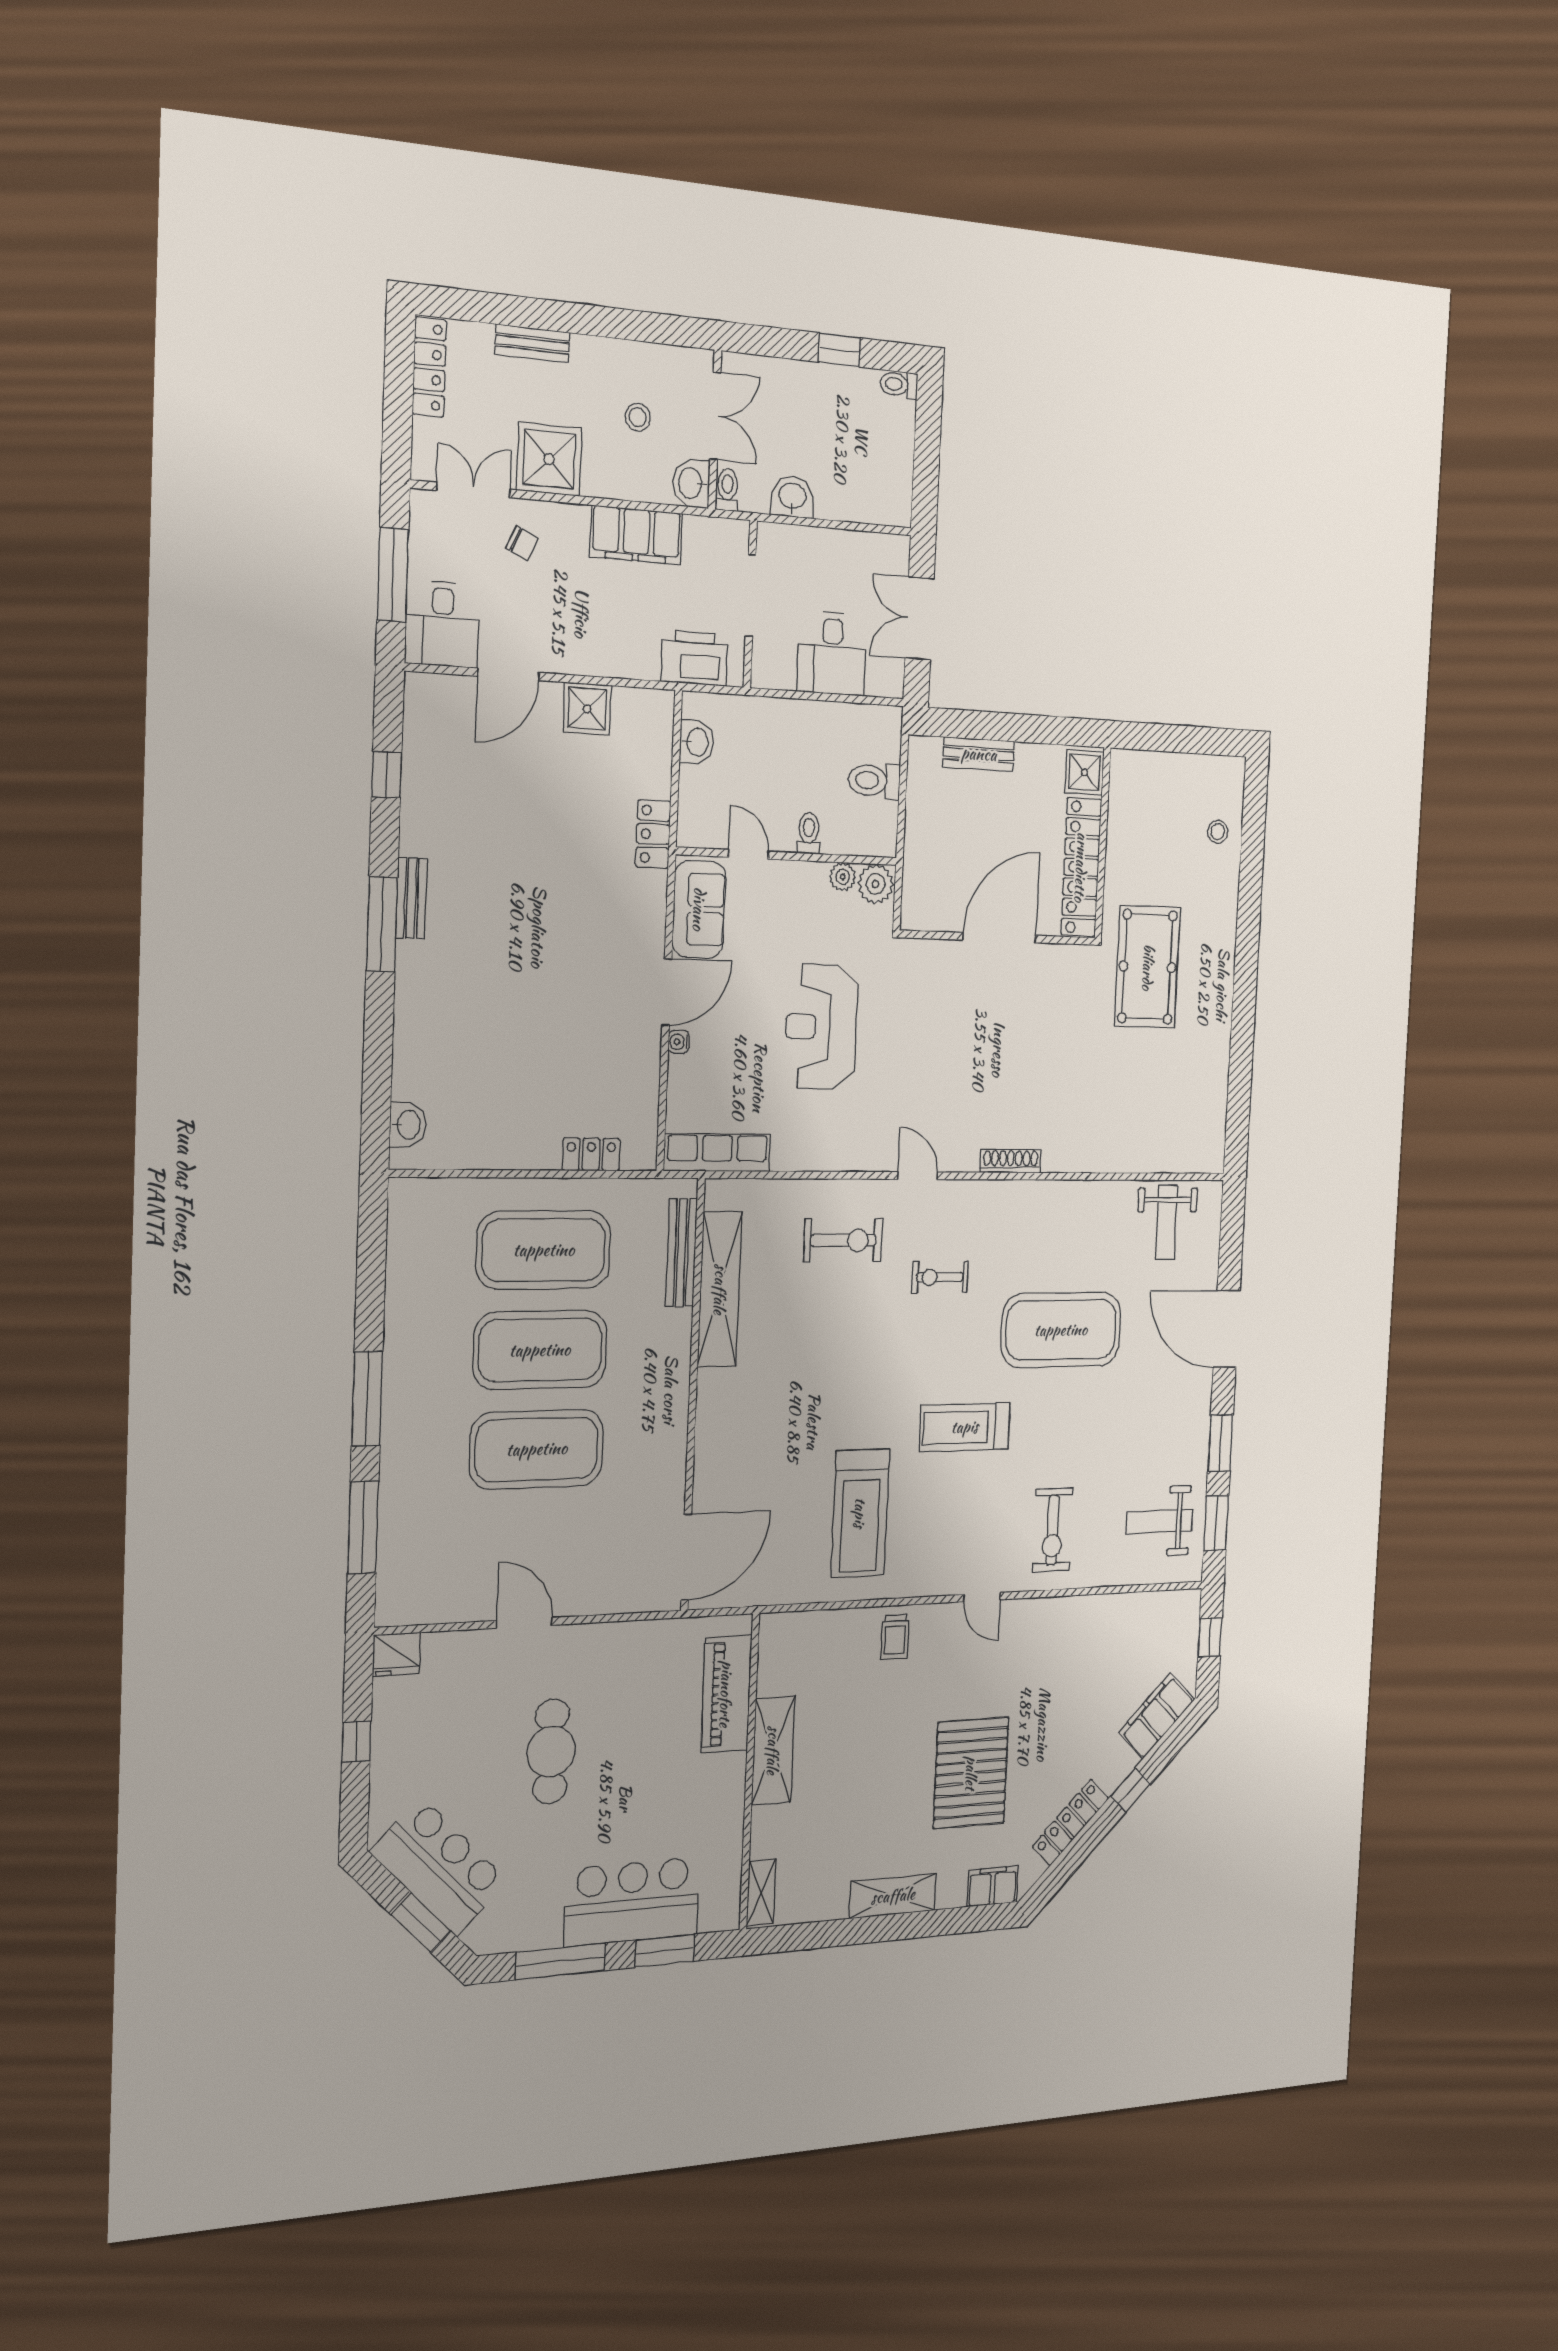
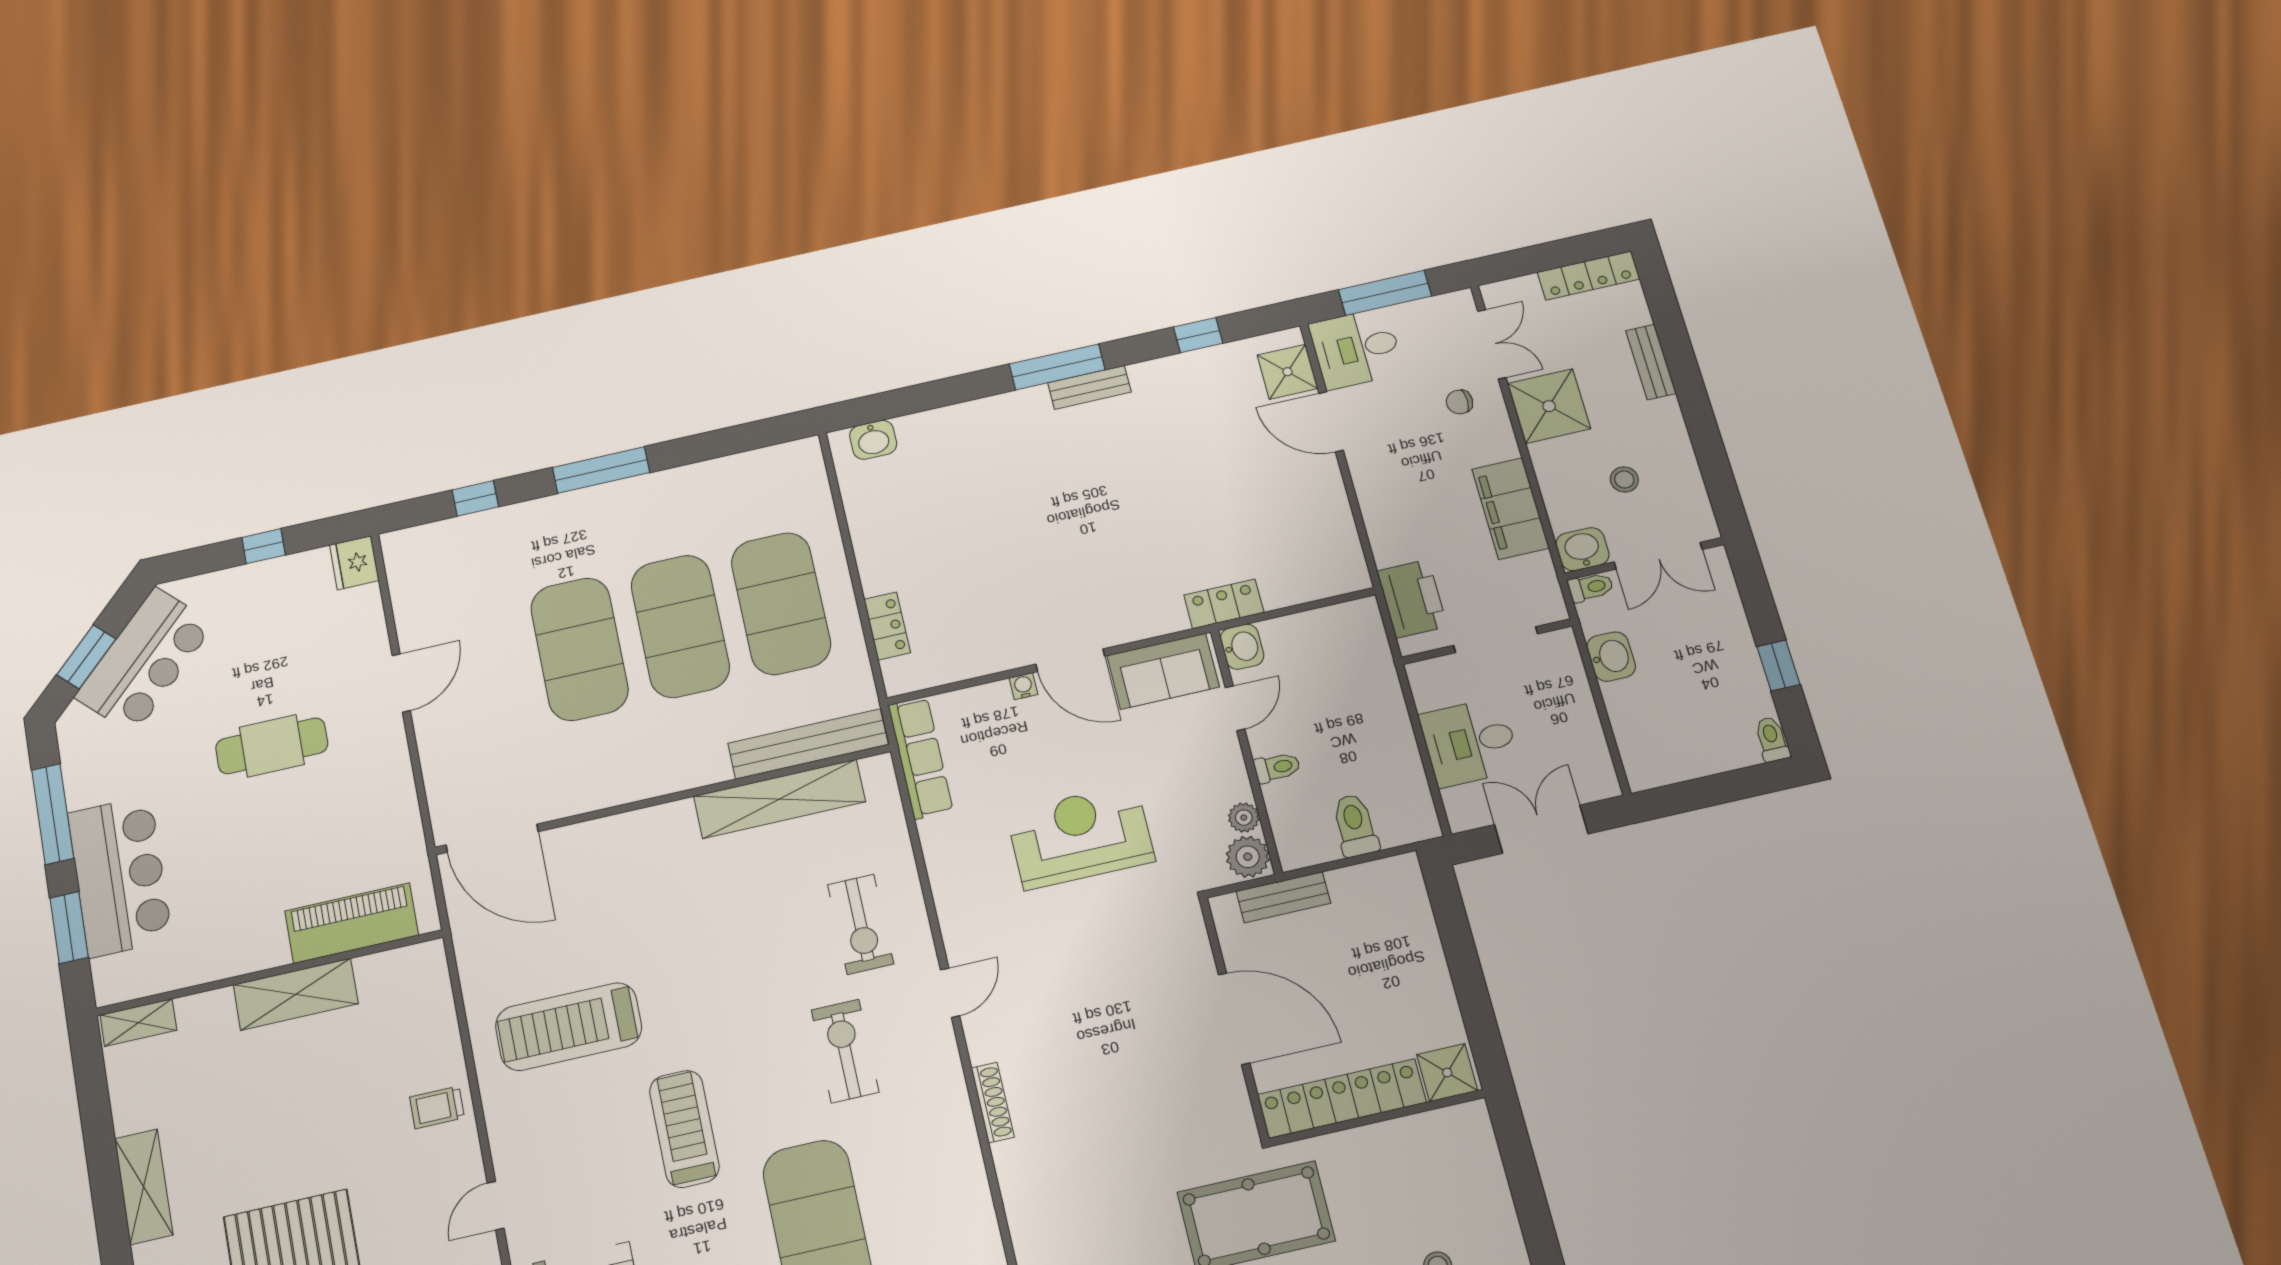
chair: (522, 544) -> (1459, 402), turned 65
shower: (587, 709) -> (1287, 372), moved
washbasin: (697, 742) -> (1242, 647), moved, turned -90
bench: (979, 754) -> (1283, 897), moved, turned 90
bench: (681, 1253) -> (808, 744), width x1.37, depth x1.21
exercise bike: (940, 1277) -> (845, 1051), width x1.38, depth x1.39
window: (363, 1527) -> (475, 498), width x0.46

